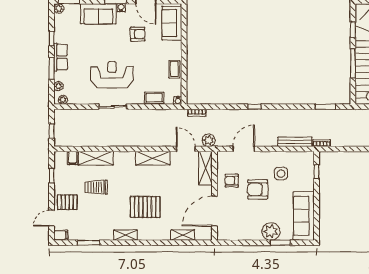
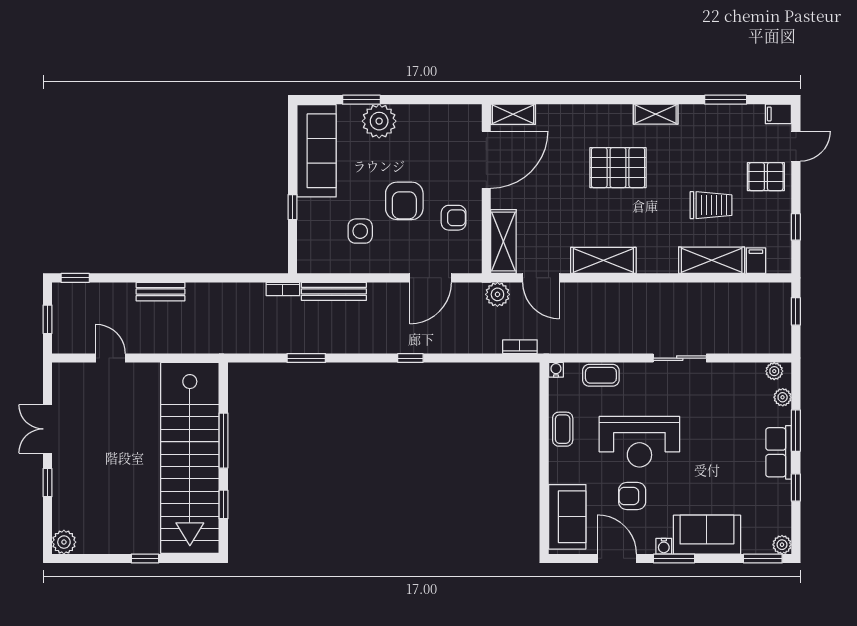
reception desk: (112, 75) -> (639, 442), moved
window: (325, 107) -> (306, 358), moved
window: (317, 172) -> (292, 207), moved
armchair: (258, 189) -> (404, 201), turned 90
shelving: (183, 235) -> (513, 114), moved

